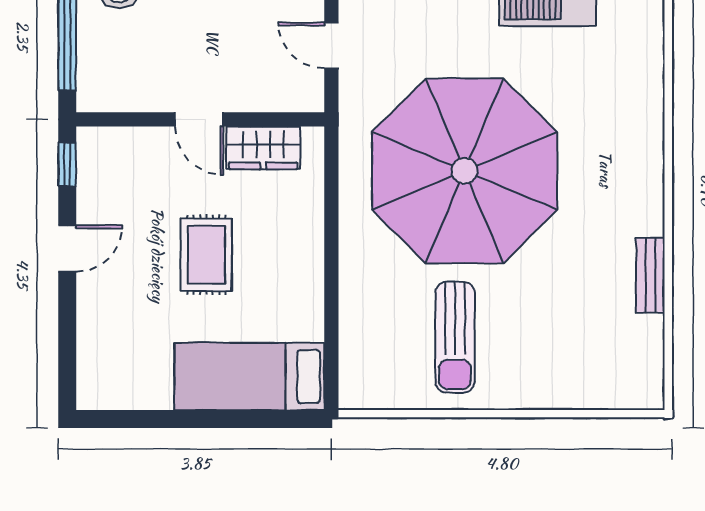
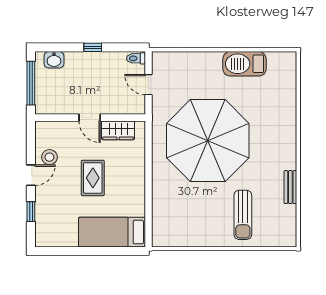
window: (67, 164) -> (31, 212), moved
stool: (109, 208) -> (49, 157), added
sun lounger: (455, 337) -> (243, 215), moved

